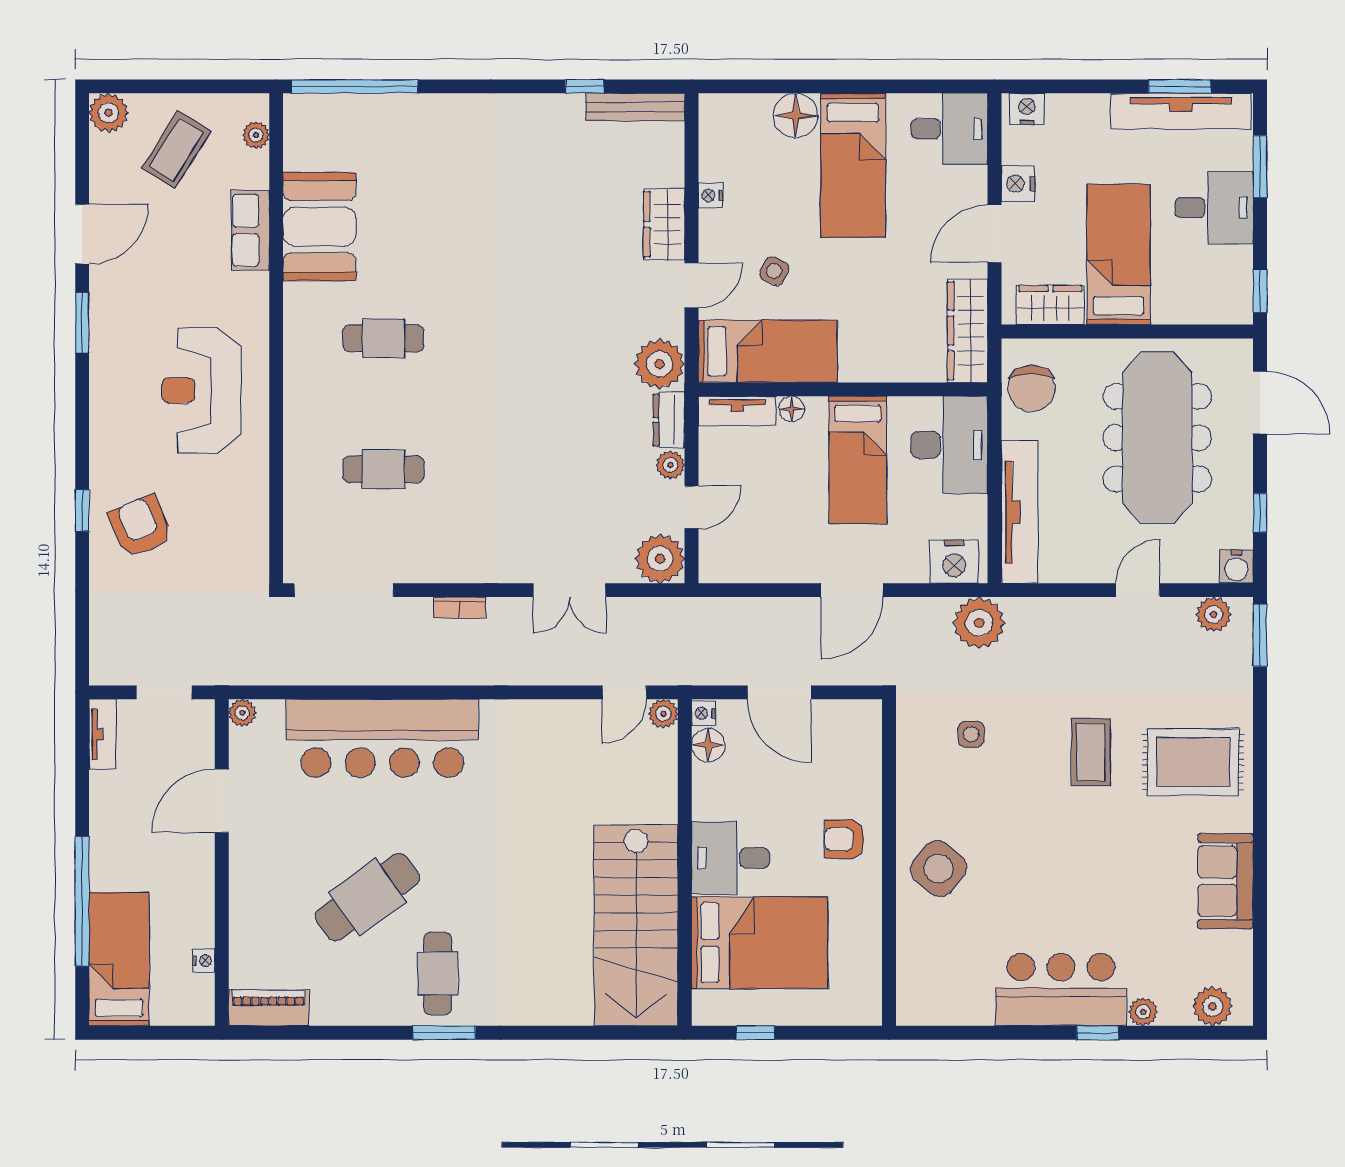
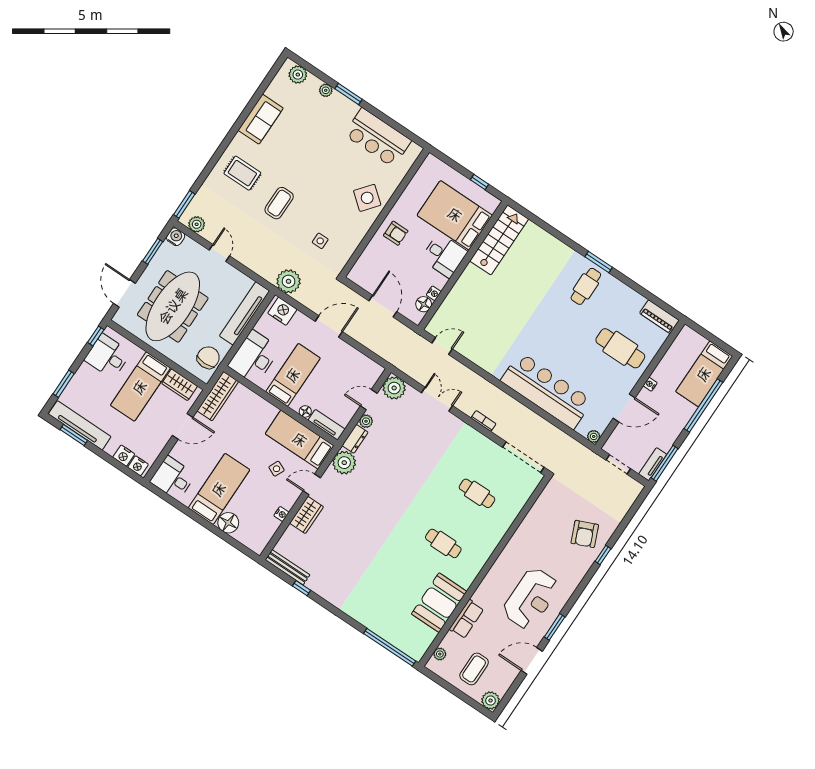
coffee table: (176, 150) -> (474, 669), turned -32
nightstand: (1018, 184) -> (124, 456), moved, turned 90
desk: (1214, 208) -> (108, 356), moved
reception desk: (201, 390) -> (531, 599), moved
window: (1260, 513) -> (153, 251), width x1.50
door: (1138, 590) -> (219, 253), swing flipped
nightstand: (703, 713) -> (434, 293), moved
plant: (663, 714) -> (433, 328), removed
window: (82, 750) -> (665, 463), added
rug: (1193, 762) -> (242, 173), width x0.73, depth x0.70
cafe table: (367, 897) -> (620, 348), moved, turned 36
stairs: (636, 925) -> (499, 240), width x0.73, depth x0.66
nightstand: (204, 961) -> (650, 384), moved
bar counter: (1061, 990) -> (378, 138), moved
window: (1098, 1033) -> (349, 94), width x1.50

